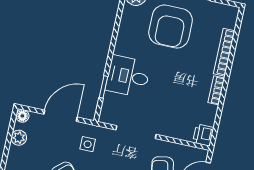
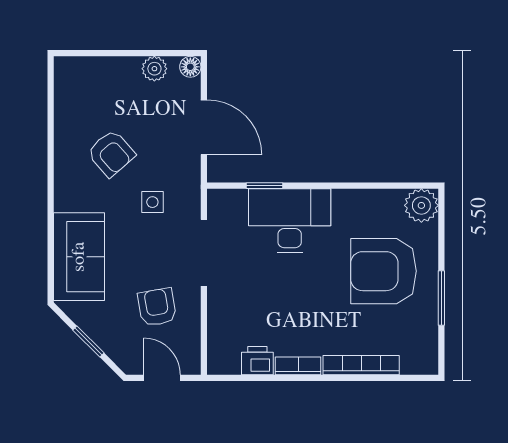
desk: (128, 76) -> (290, 221), width x1.37
printer: (203, 135) -> (257, 361), moved
side table: (88, 144) -> (152, 202), moved

